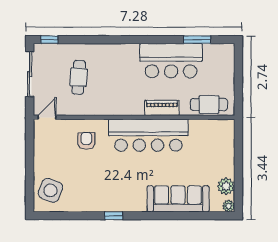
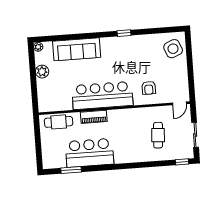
sliding door: (30, 74) -> (195, 135), width x0.73
plant: (226, 186) -> (42, 72), moved
side table: (50, 190) -> (173, 49), turned 45

